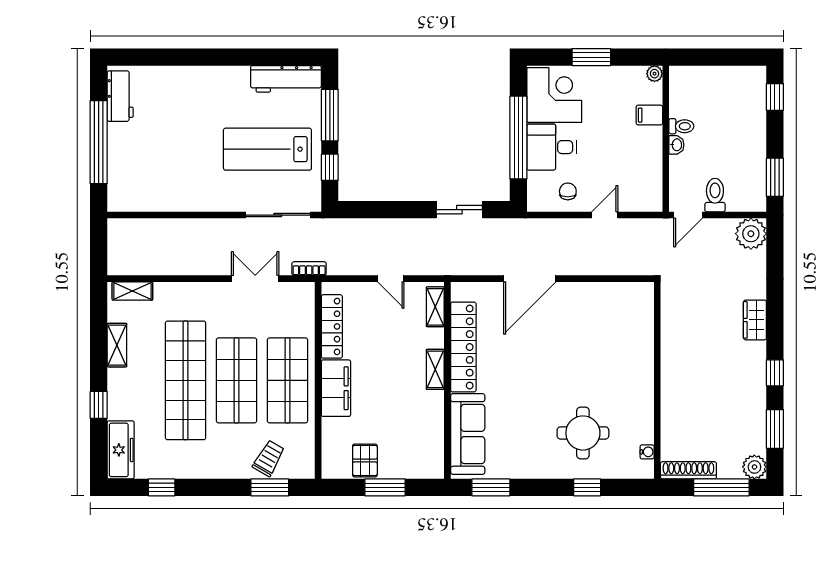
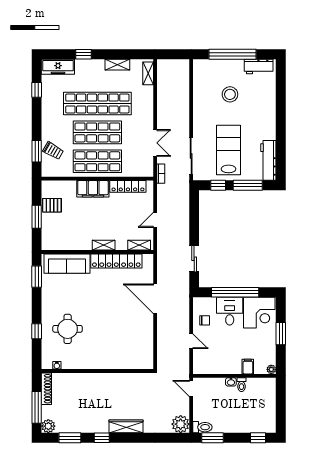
stool: (169, 147) -> (230, 94), added
toilet: (715, 195) -> (202, 427), moved
wardrobe: (755, 320) -> (126, 426), width x1.50

